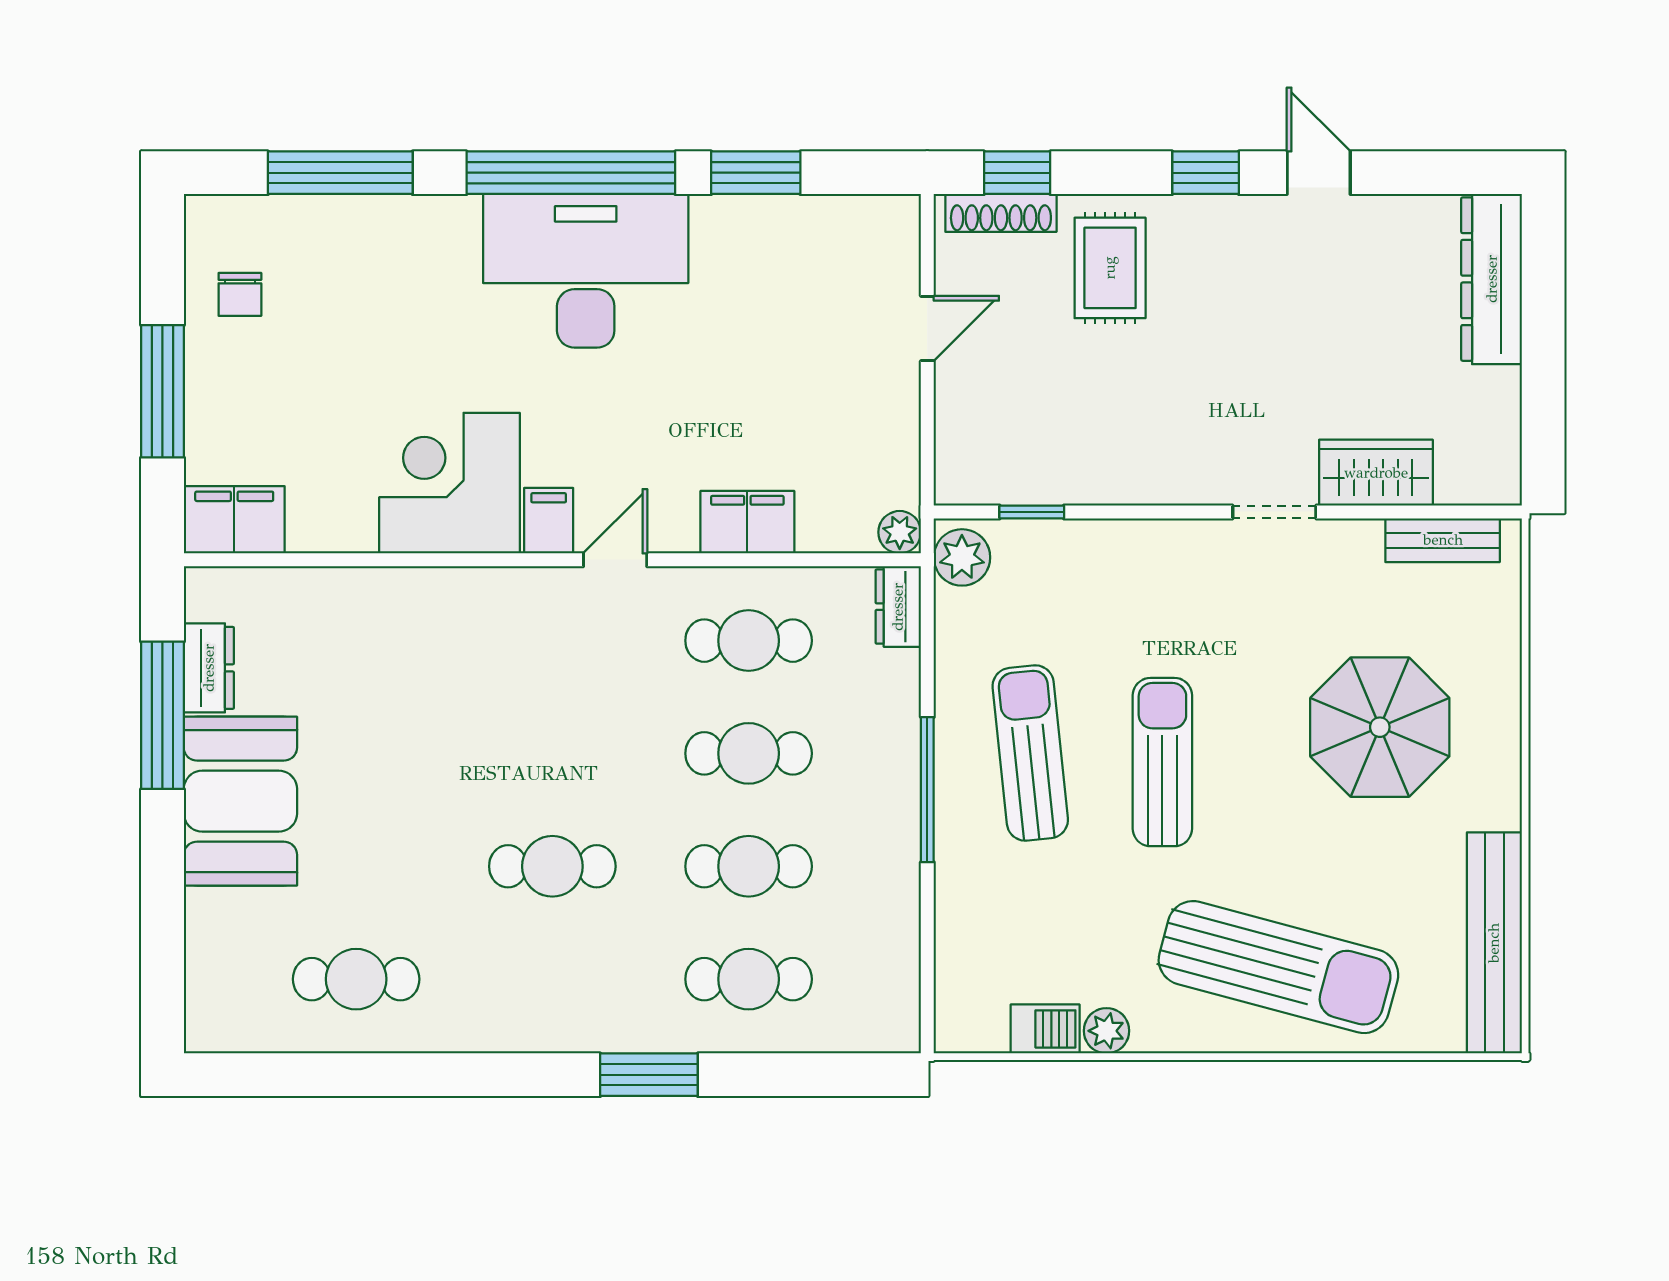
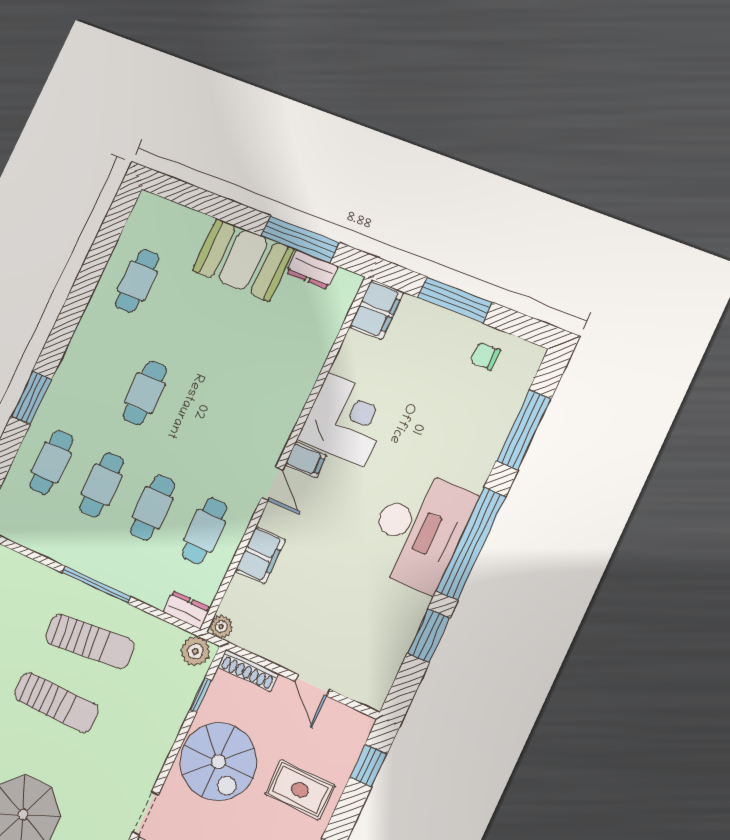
shoe rack: (1001, 213) -> (248, 670), moved, turned -90
spiral stairs: (1129, 428) -> (218, 762), added

